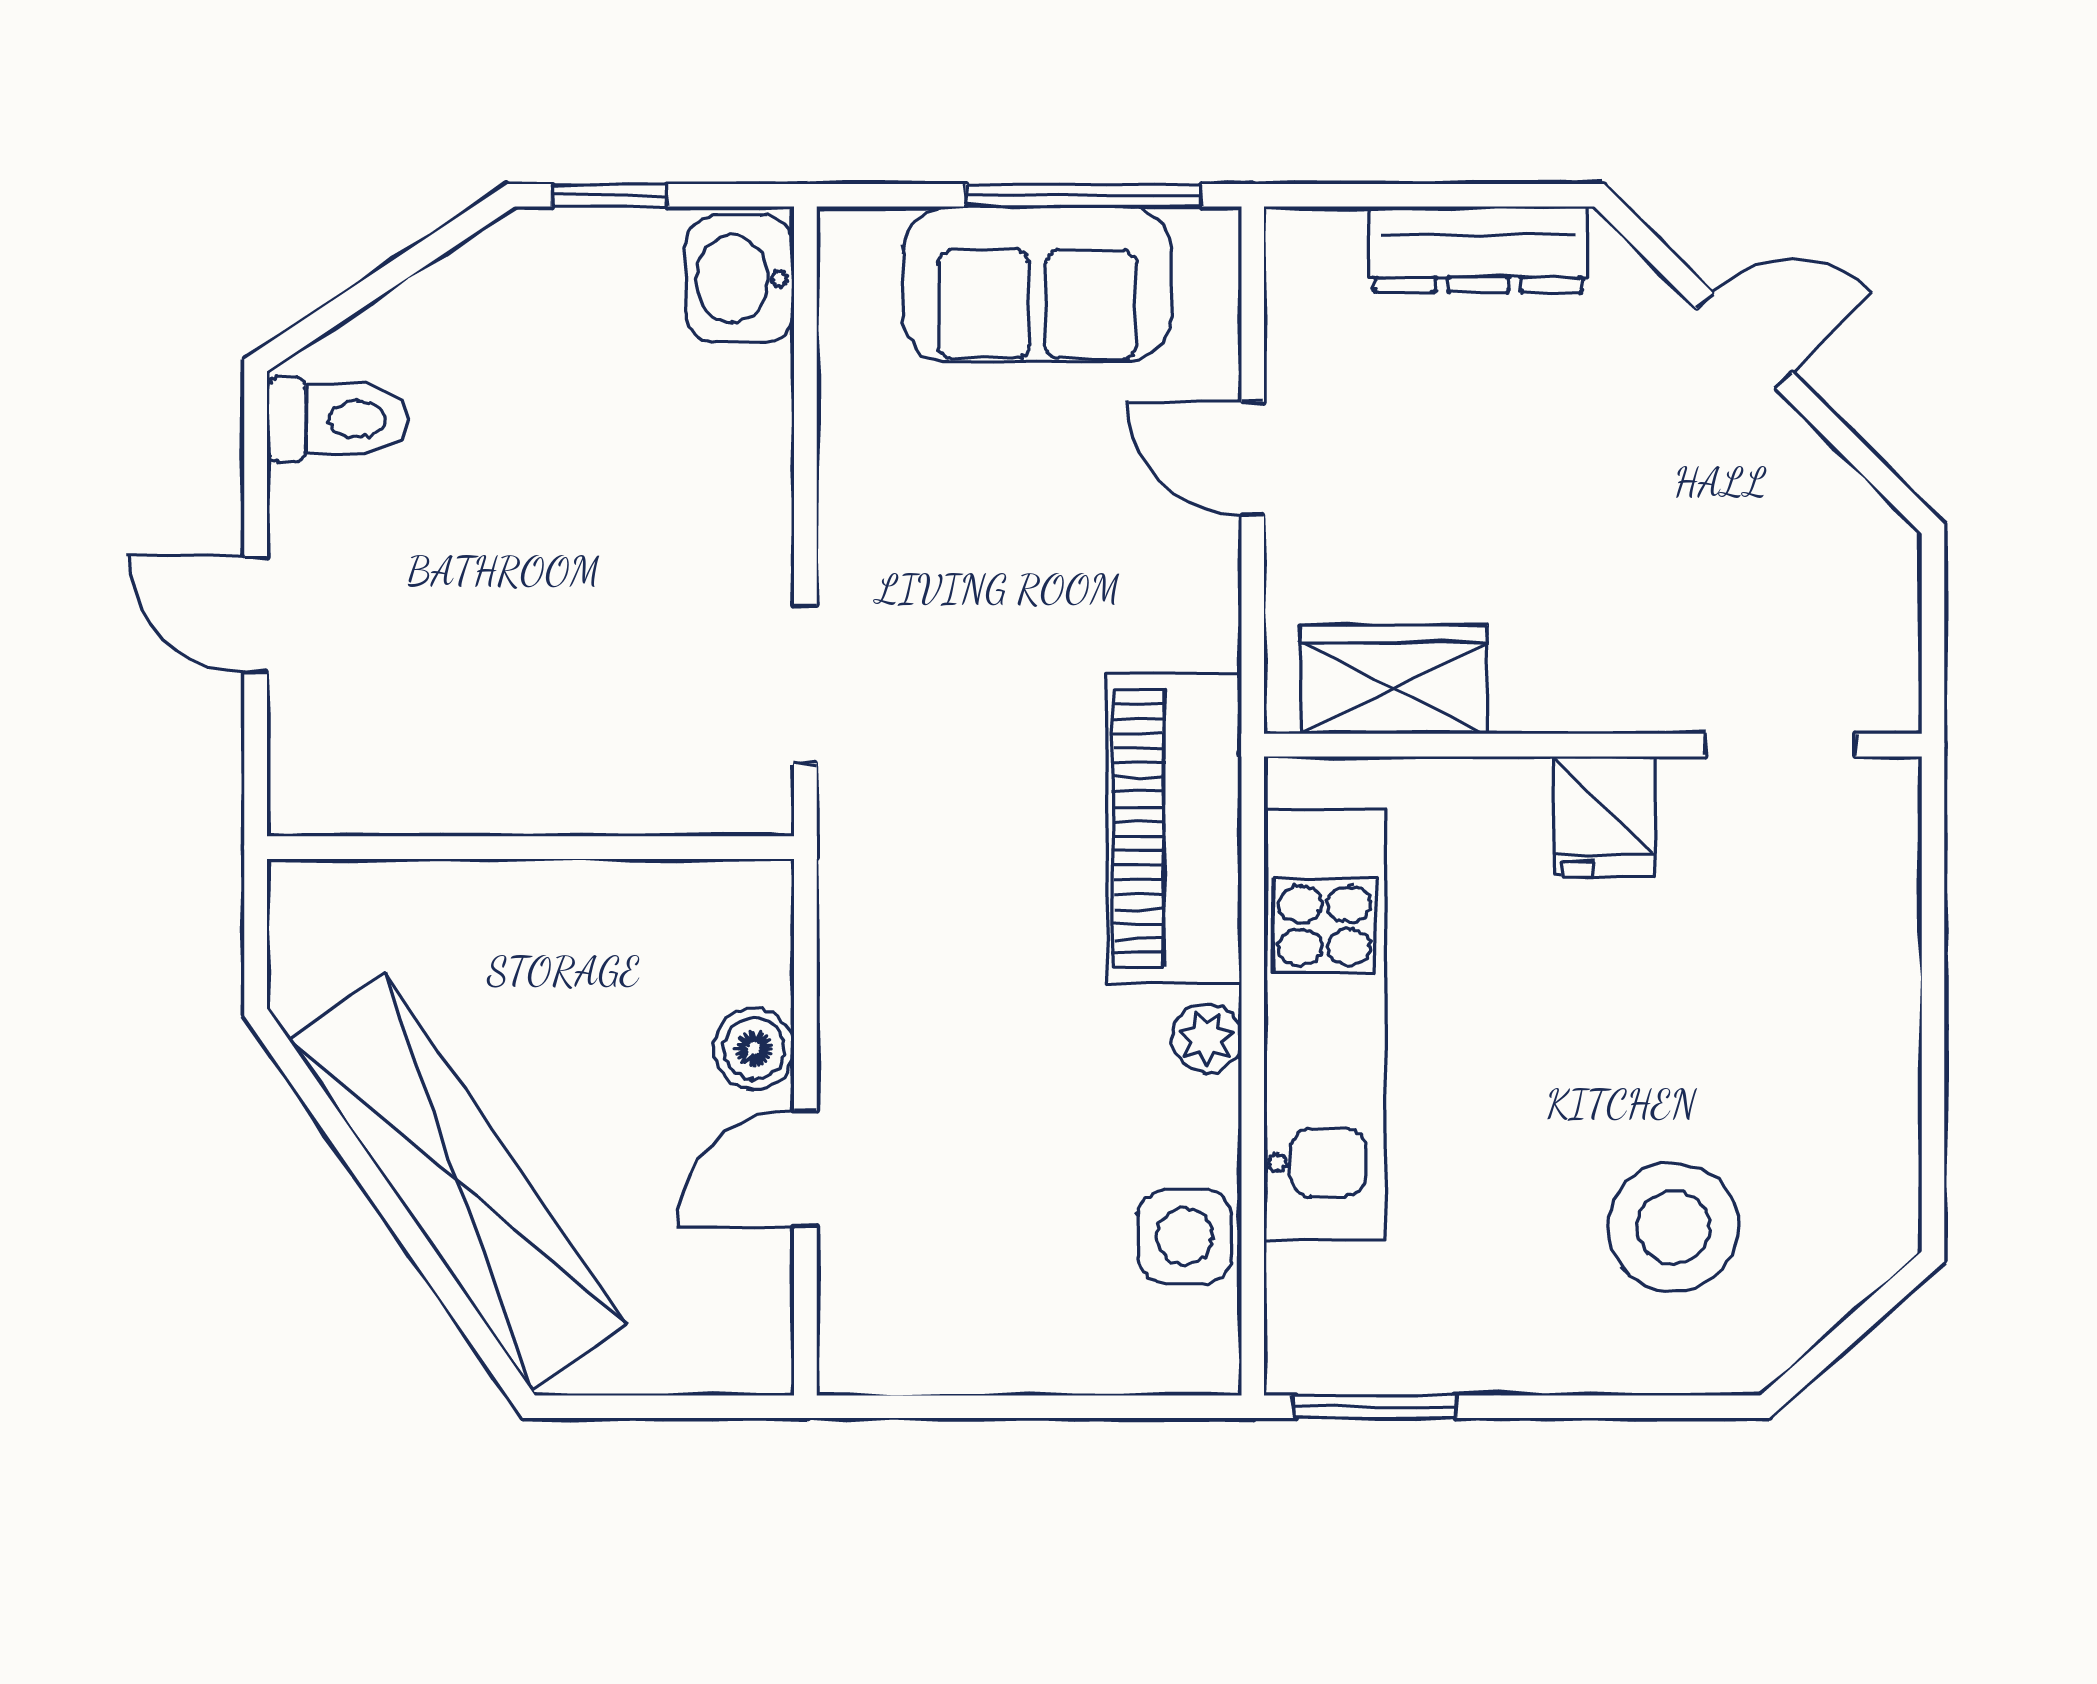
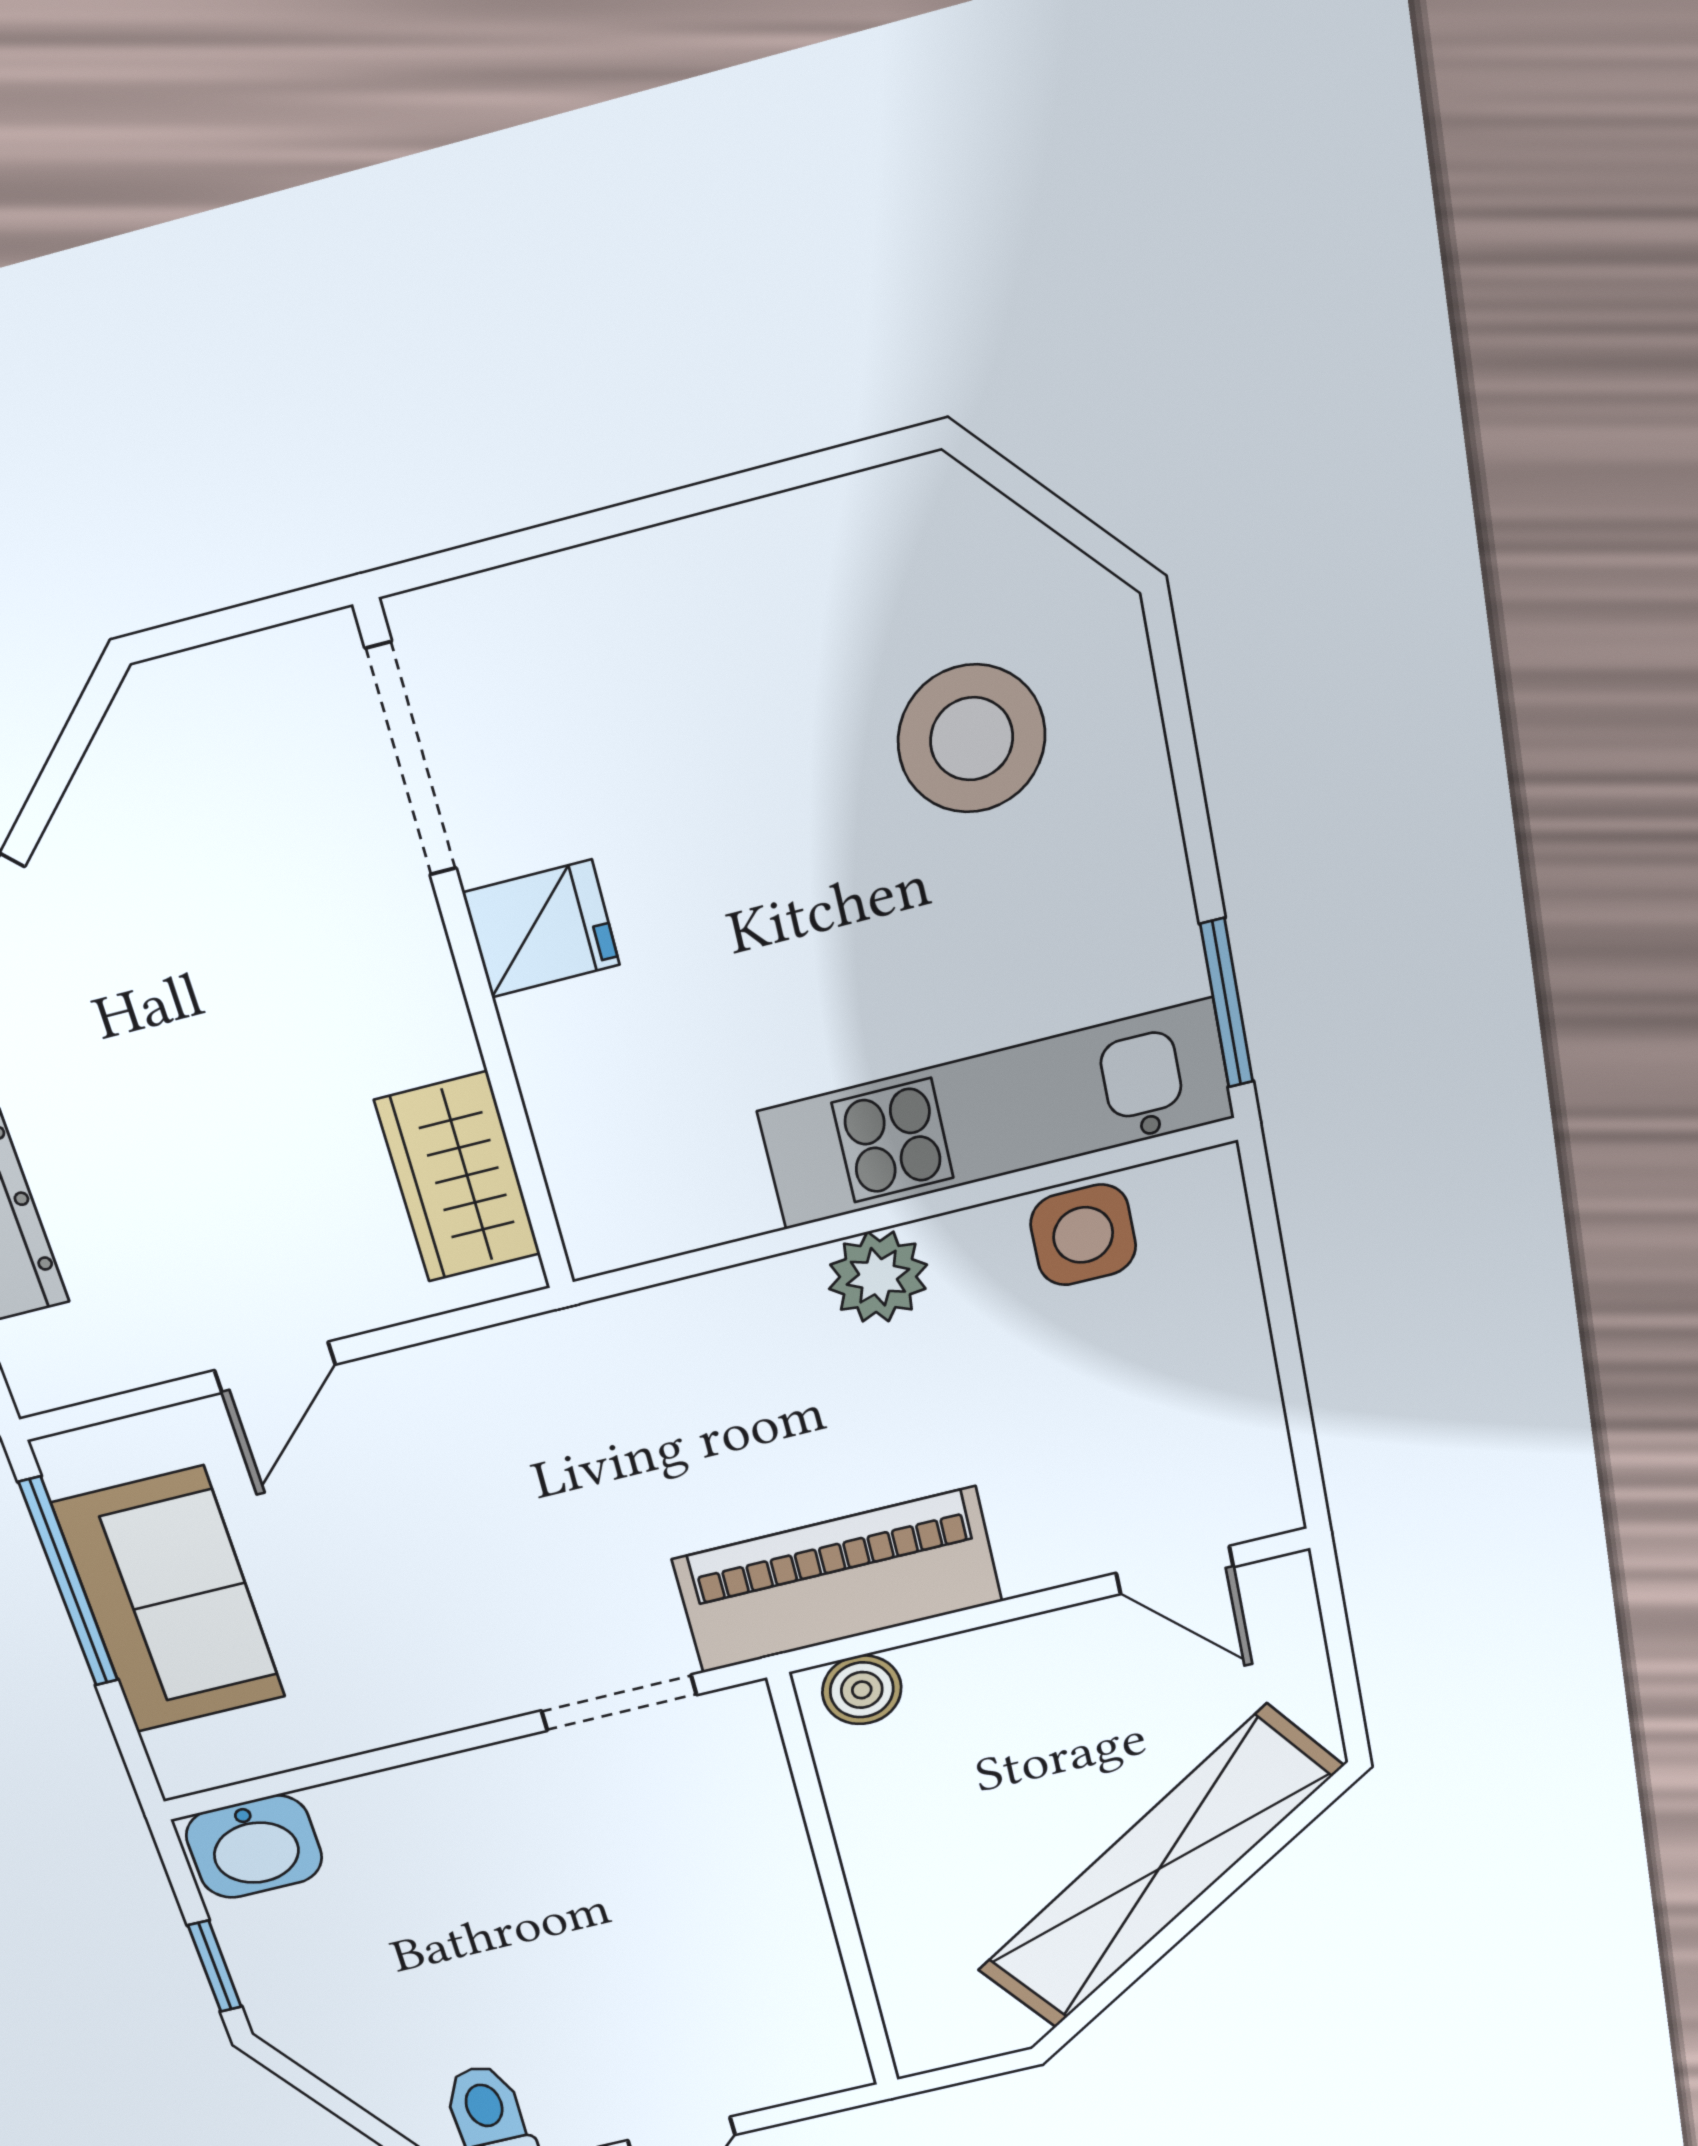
doorway: (1780, 745) -> (411, 760), width x1.38
piano: (1174, 828) -> (838, 1580), moved, turned 180
kitchen unit: (1325, 1025) -> (996, 1114), moved
plant: (1207, 1038) -> (878, 1277), width x1.38, depth x1.38
boiler: (754, 1049) -> (862, 1690), moved
door: (805, 1169) -> (1175, 1570), moved

